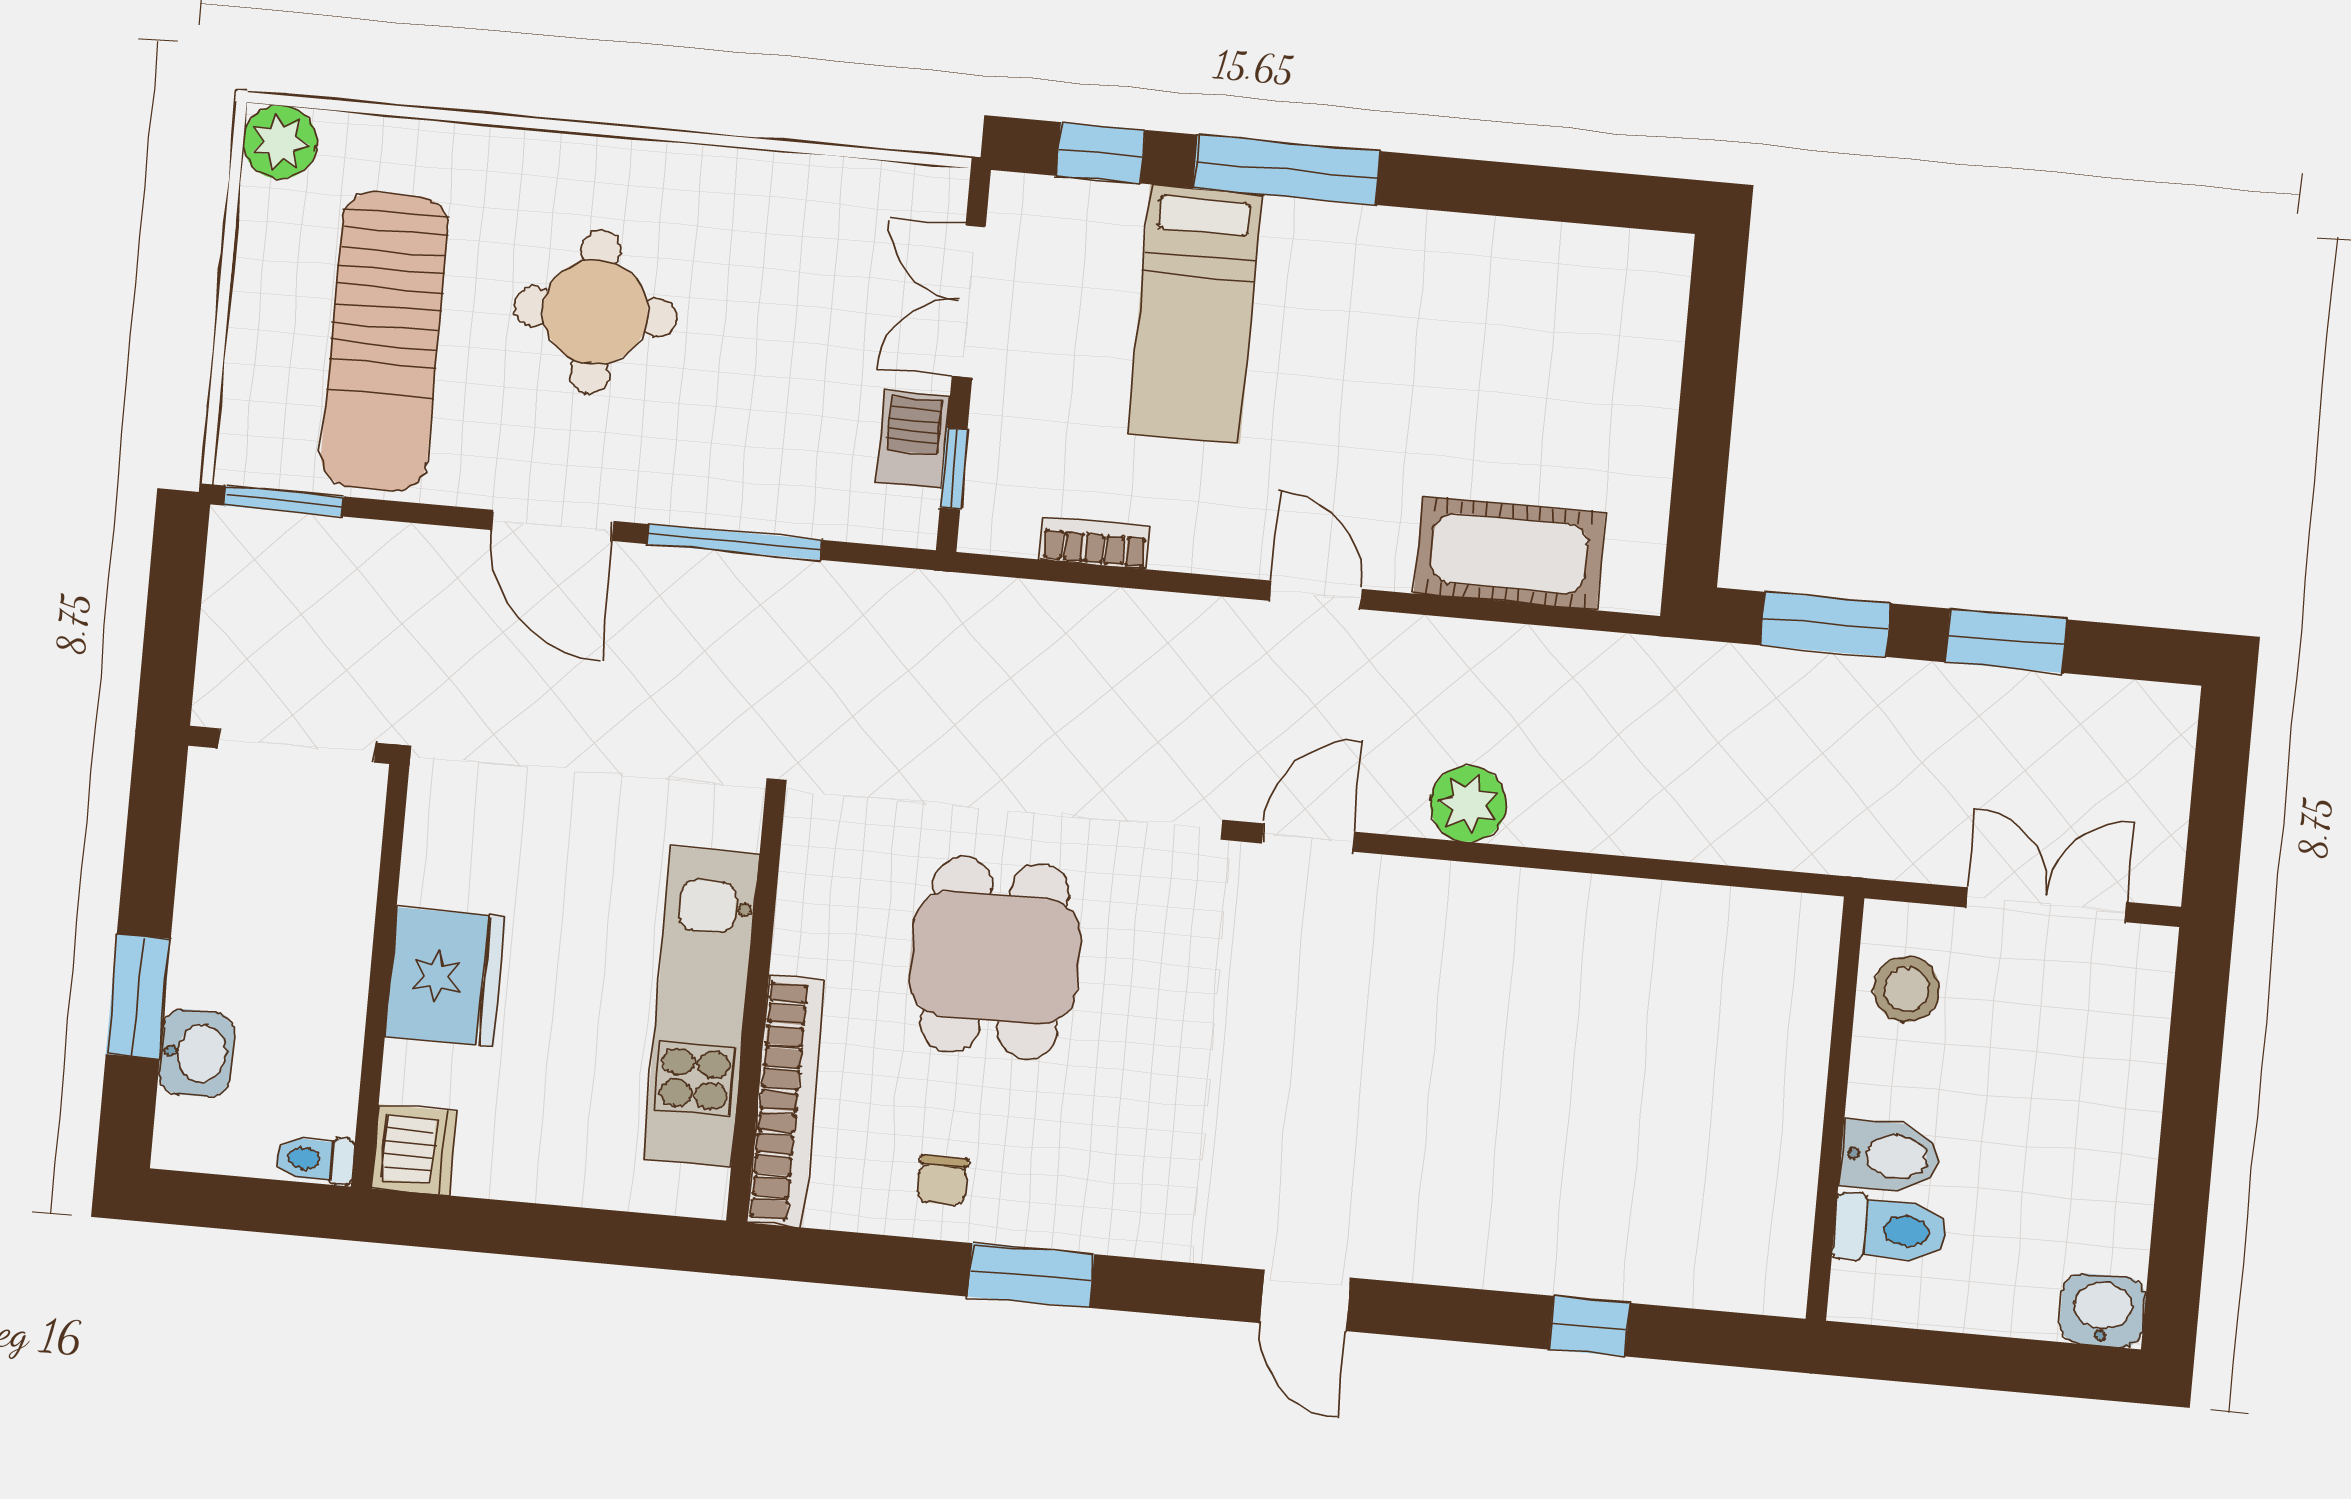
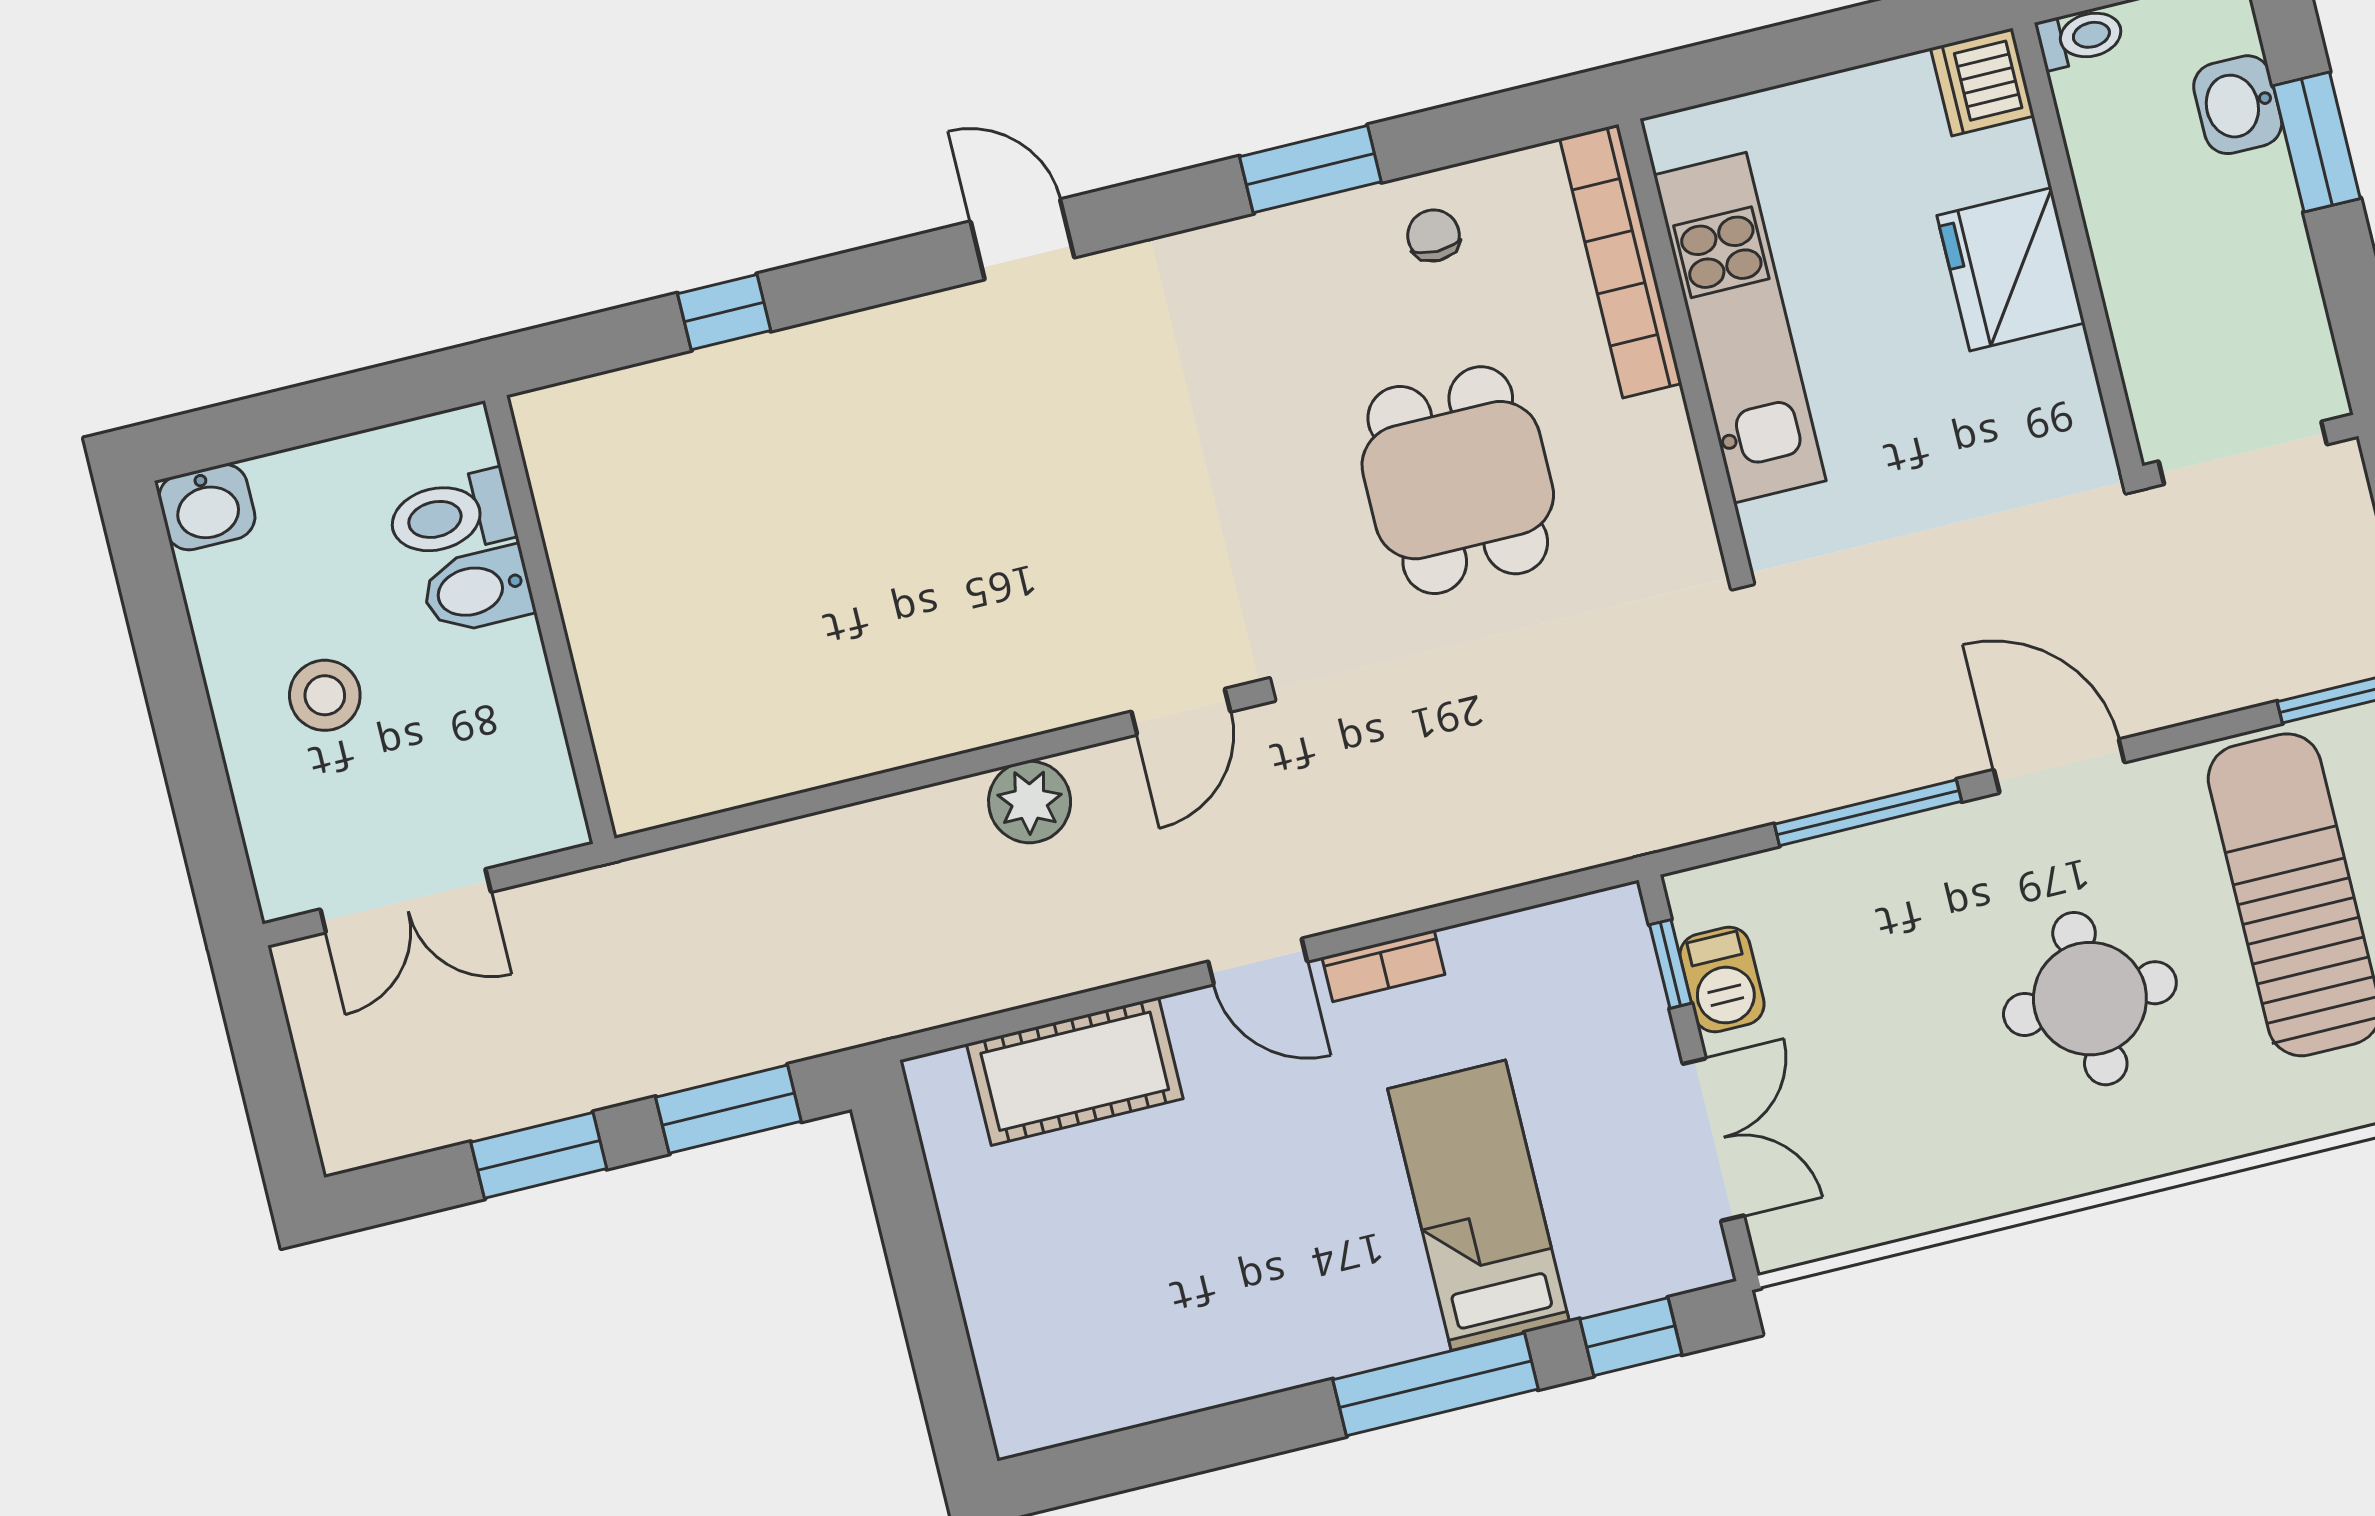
bookcase: (1095, 543) -> (1383, 966), moved
stool: (1907, 989) -> (325, 695), moved

